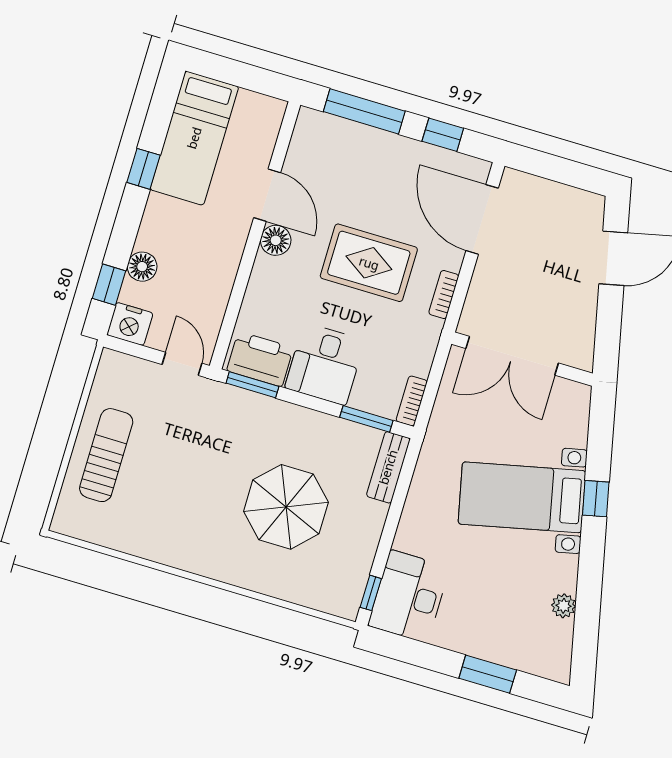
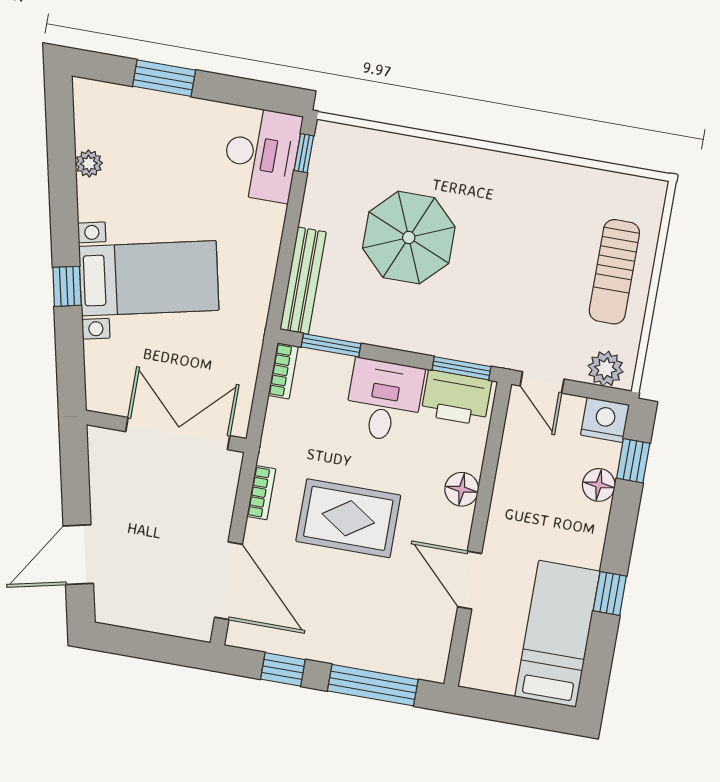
floor lamp: (276, 240) -> (462, 489), moved
plant: (124, 370) -> (606, 369), added
bench: (388, 467) -> (303, 281), width x1.36

